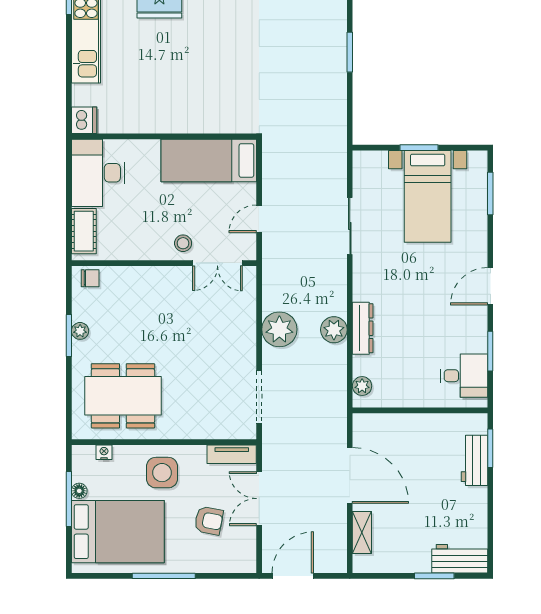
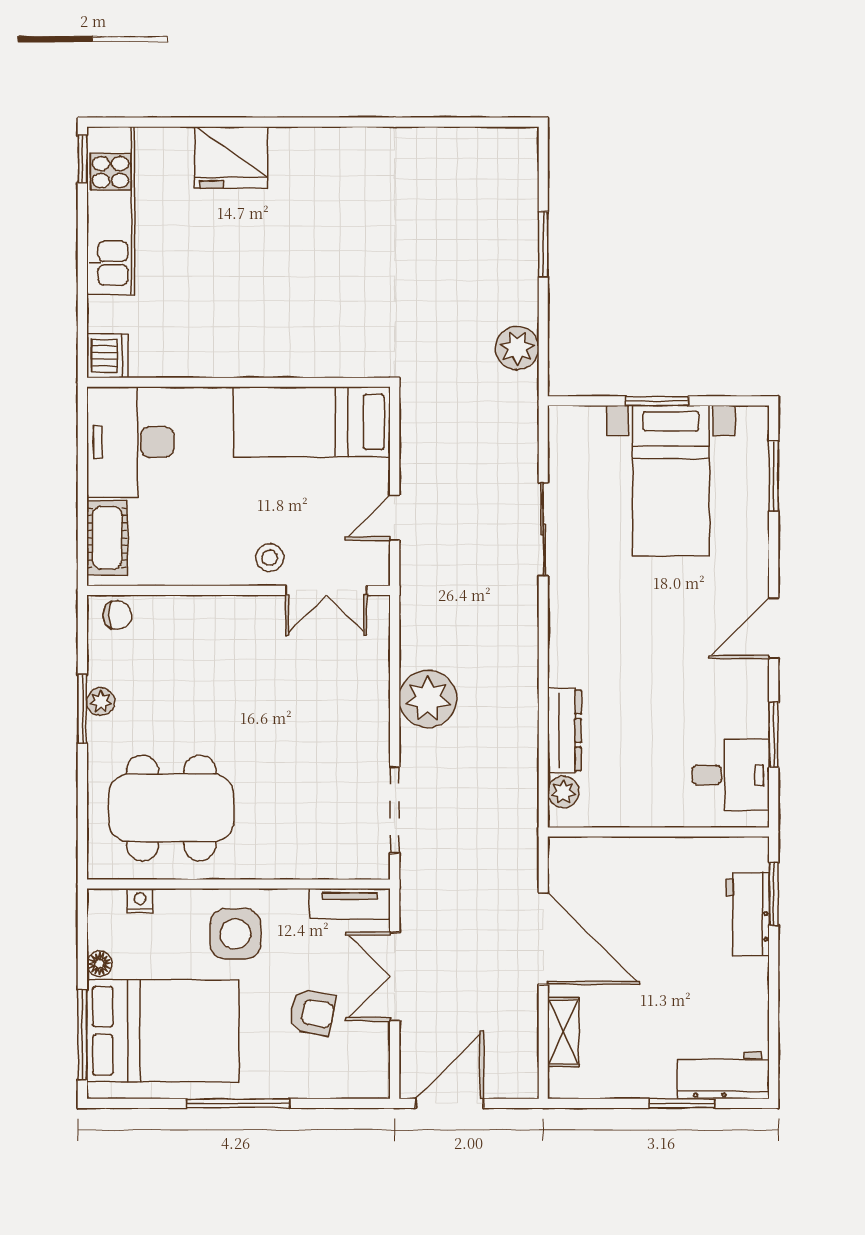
dresser: (363, 328) -> (564, 730), moved
plant: (334, 330) -> (517, 348), moved
window: (69, 499) -> (82, 1035), moved

